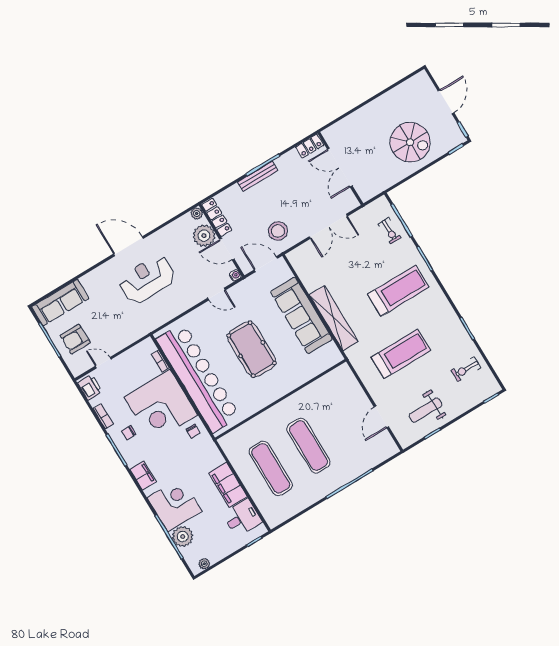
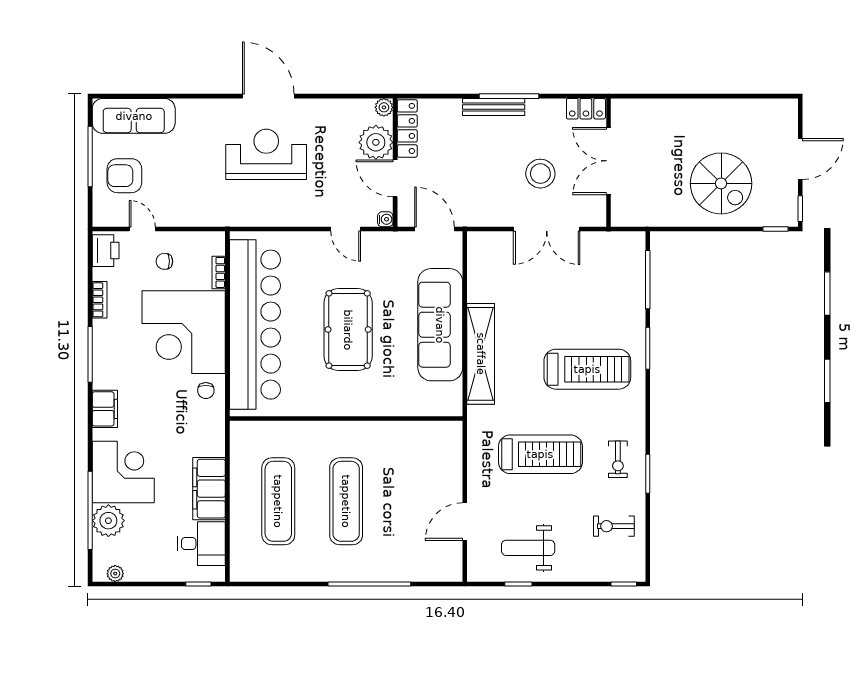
stool: (278, 231) -> (540, 174), moved
exercise bike: (390, 231) -> (618, 459), moved
chair: (129, 433) -> (164, 261), moved

